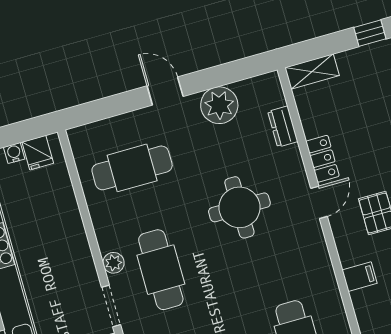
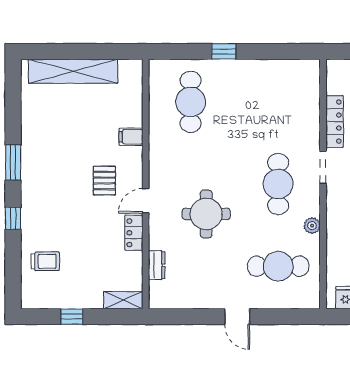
plant: (219, 105) -> (200, 295), removed
plant: (113, 263) -> (312, 226), moved

